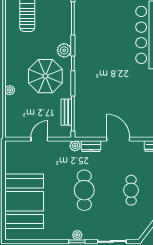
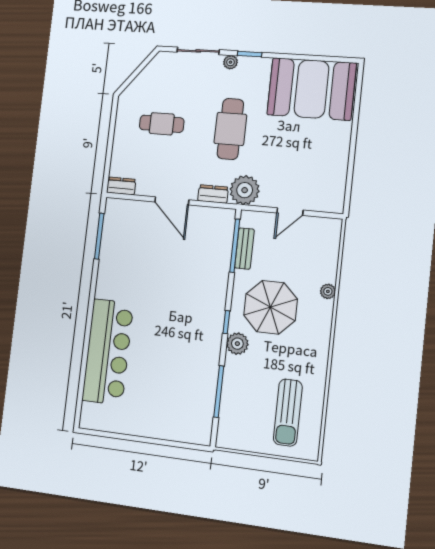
plant: (75, 146) -> (245, 190), width x1.87, depth x1.87
cafe table: (131, 190) -> (162, 124), turned 90
booth: (24, 201) -> (311, 89), moved, turned 90
plant: (77, 235) -> (230, 62), moved

